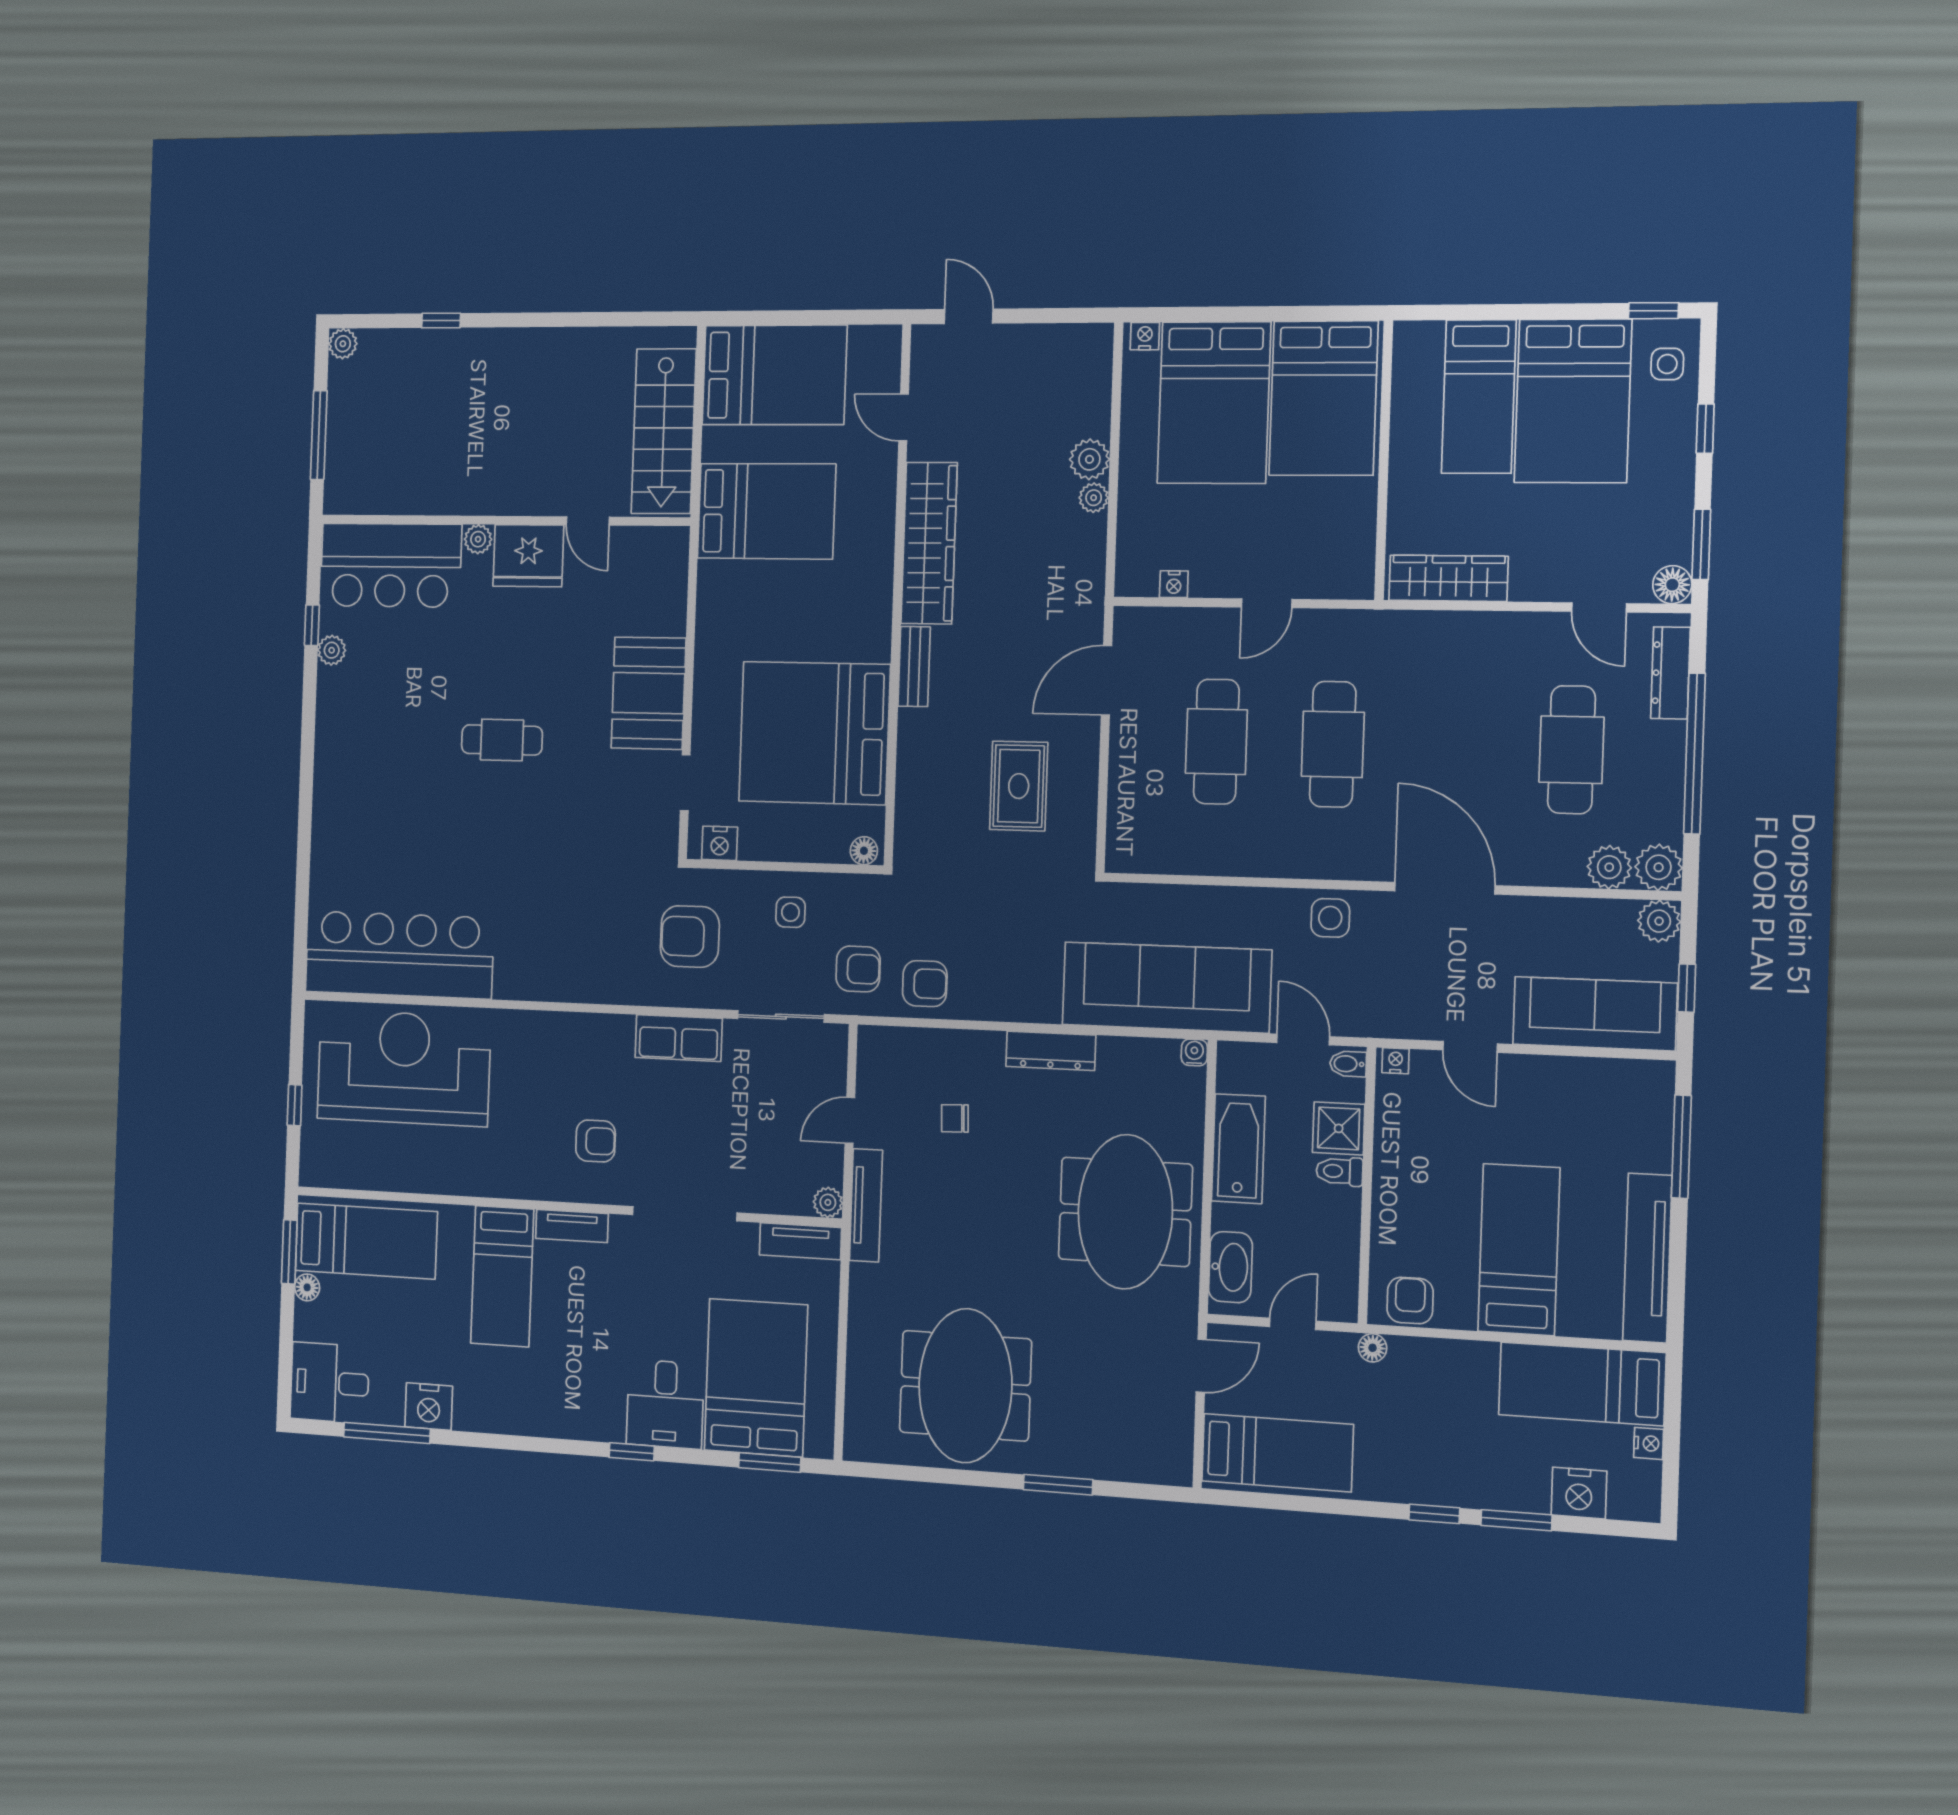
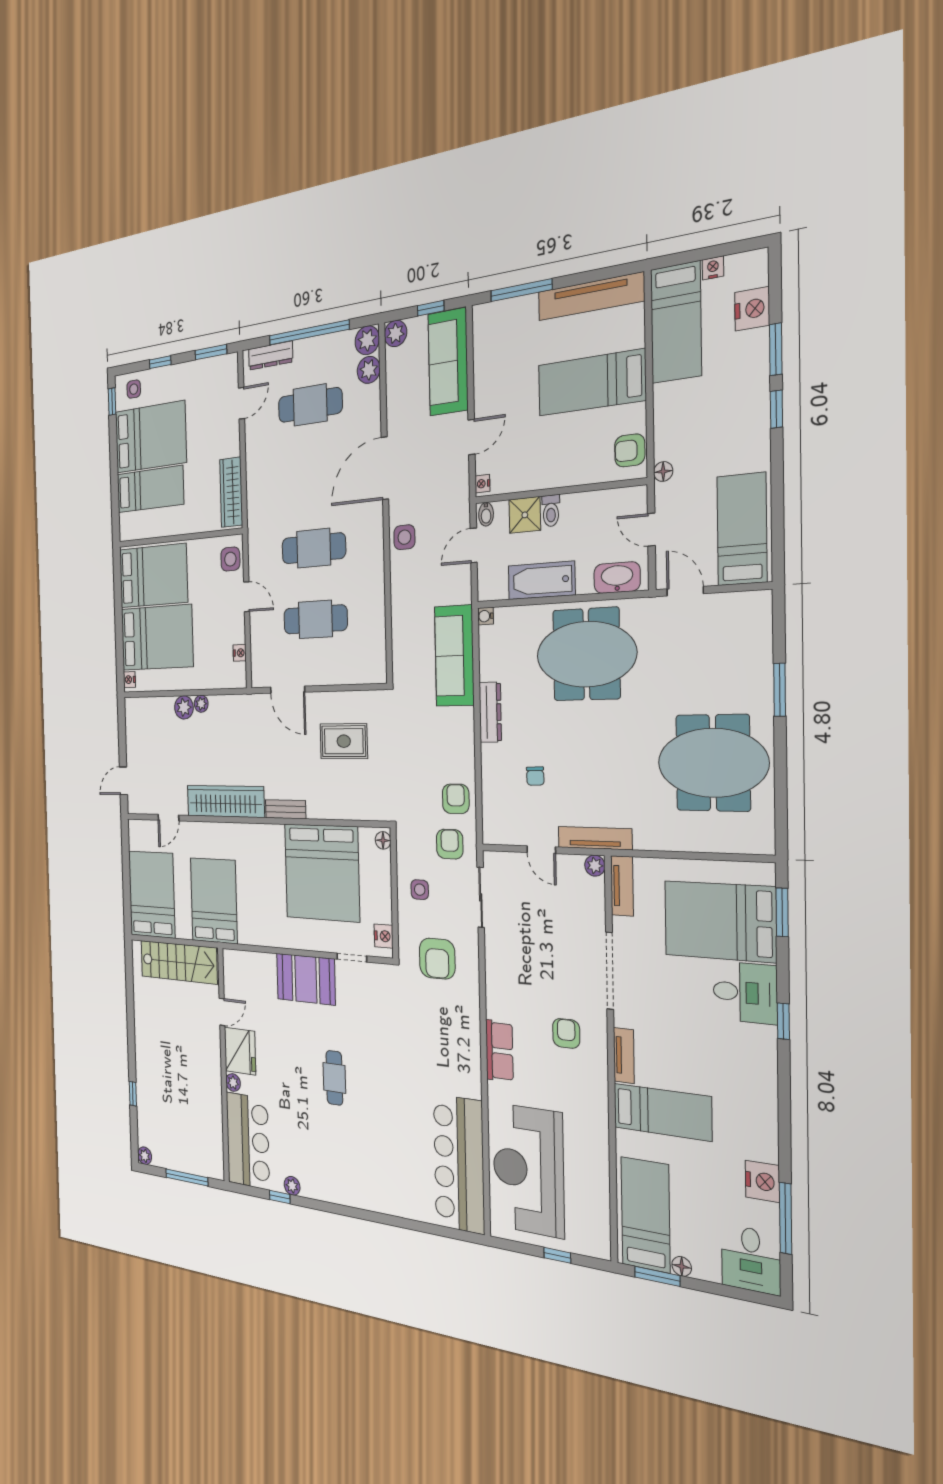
side table: (1334, 571) -> (230, 559), added
floor lamp: (1672, 585) -> (230, 364), removed
sofa: (1166, 987) -> (454, 656), width x0.74, depth x0.79
row of seats: (679, 1038) -> (499, 1051), moved

